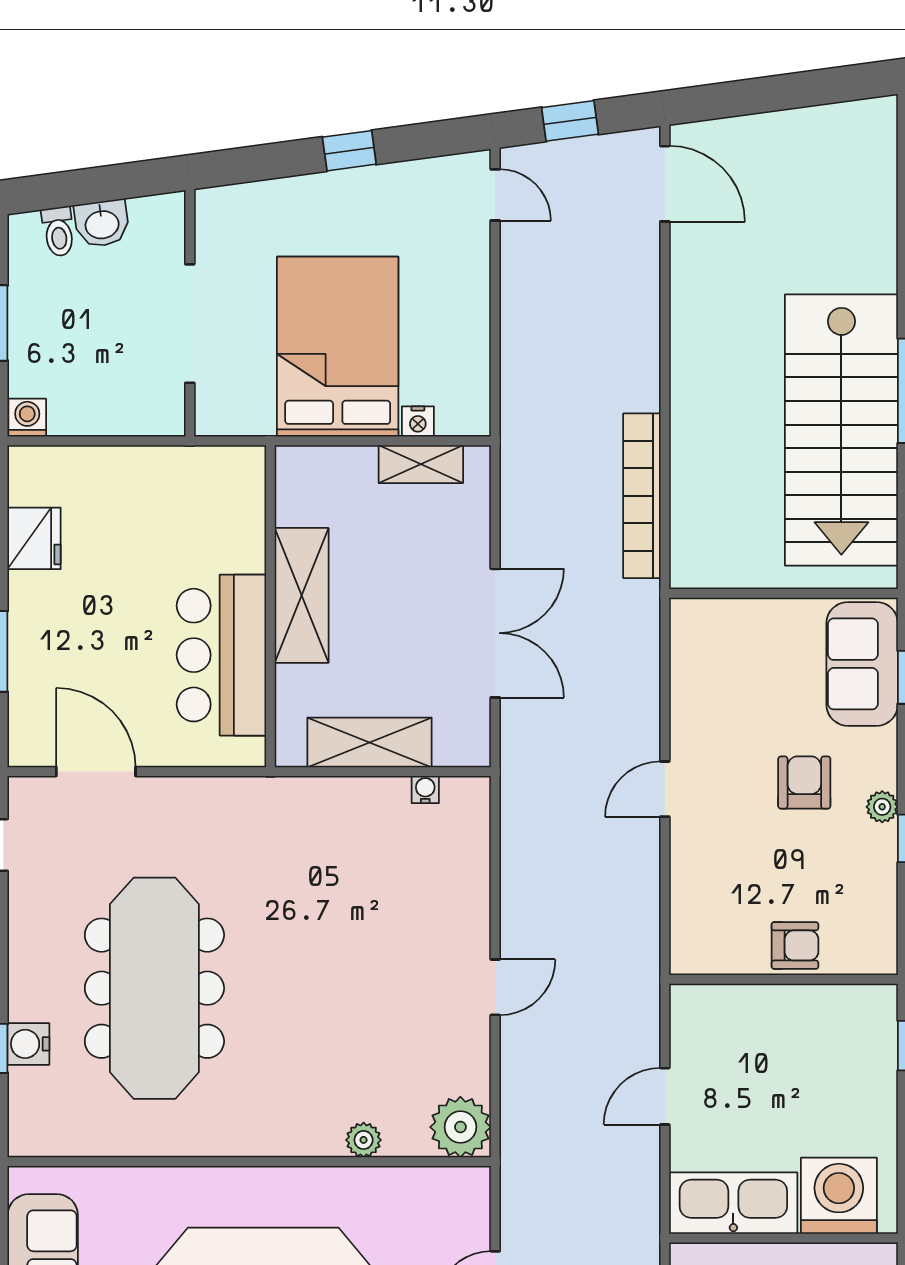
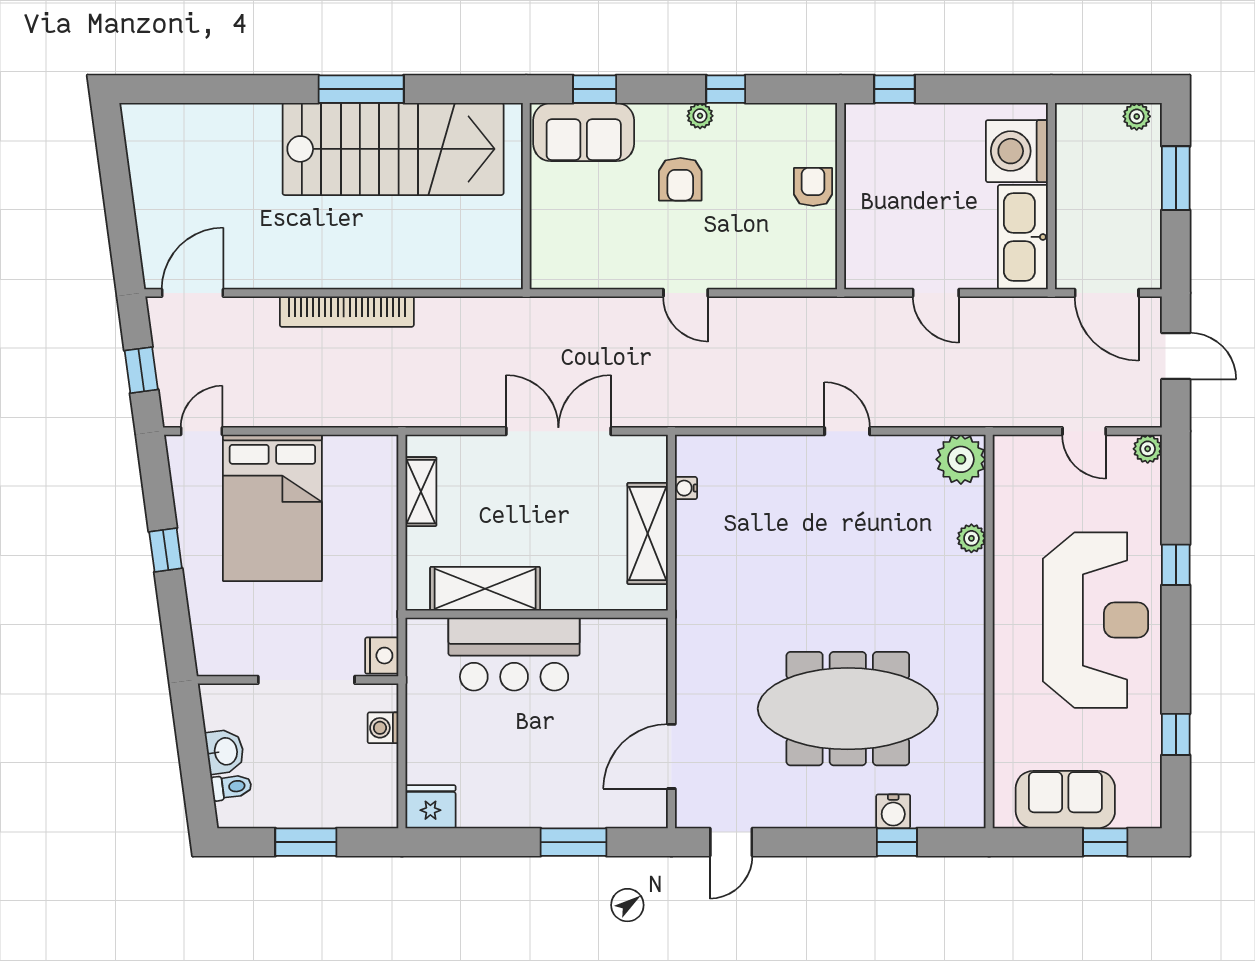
bed: (338, 347) -> (272, 508), moved, turned -90
washing machine: (27, 418) -> (383, 728), moved
nightstand: (418, 421) -> (382, 656), moved, width x1.39, depth x1.35
bookcase: (642, 496) -> (347, 312), moved
fridge: (34, 538) -> (430, 807), moved
shelving: (302, 595) -> (485, 589), moved
bar counter: (221, 655) -> (514, 654), moved
armchair: (804, 783) -> (680, 179), turned -90

